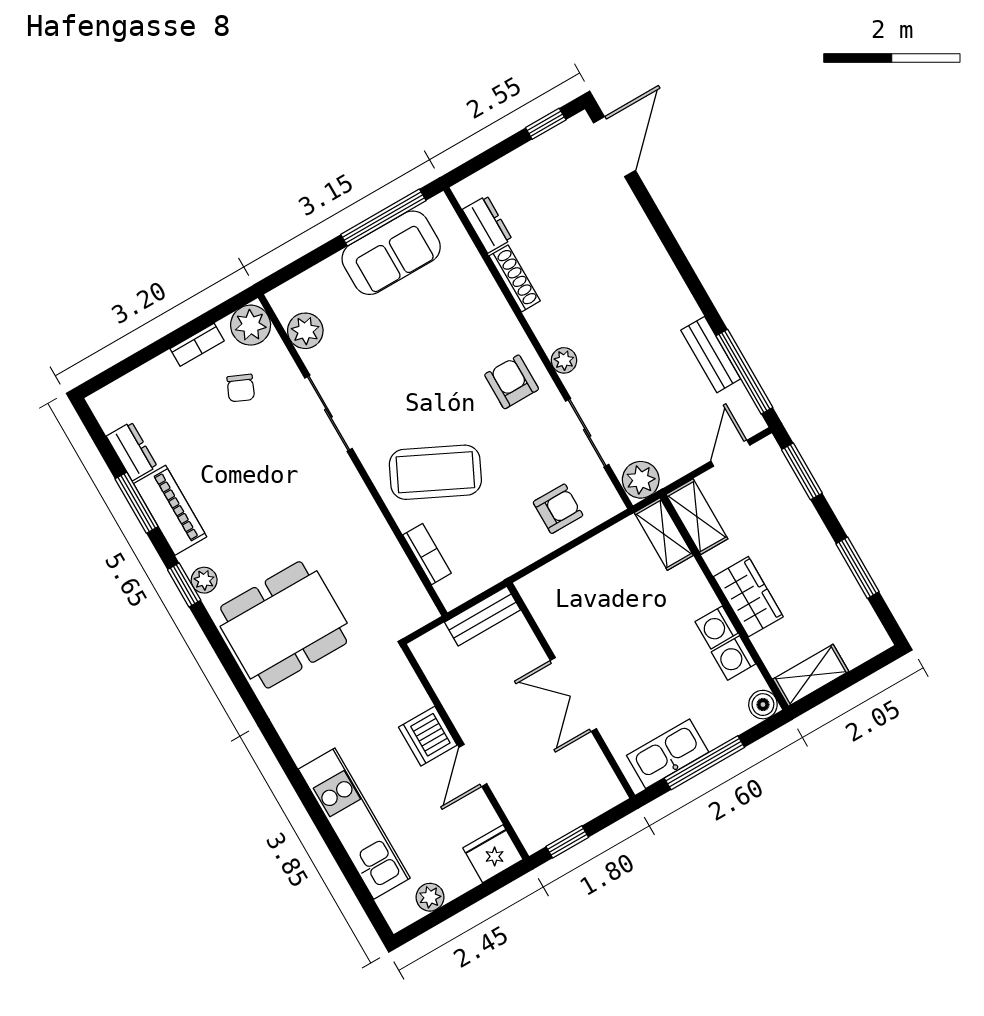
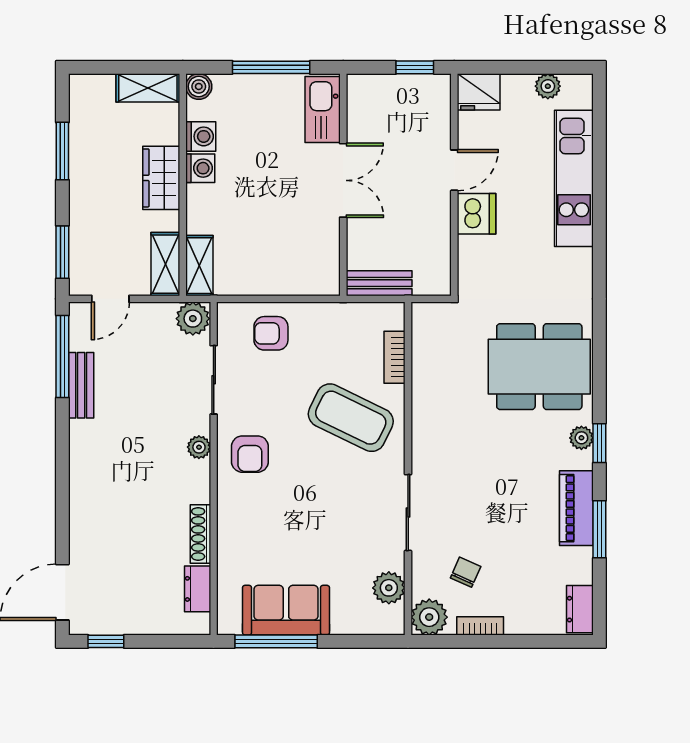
dresser: (132, 451) -> (580, 609), moved
kitchen sink: (668, 754) -> (323, 109), moved, turned 90

